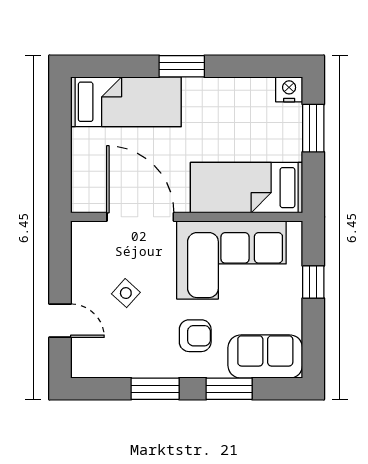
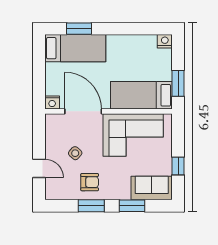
window: (182, 66) -> (79, 29), moved
window: (313, 128) -> (178, 83), moved
nightstand: (84, 201) -> (52, 102), added
window: (313, 282) -> (178, 166), moved
armchair: (195, 336) -> (90, 182), moved

